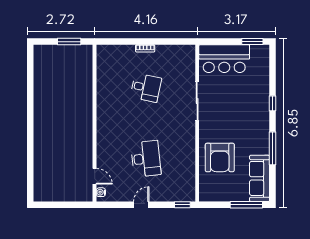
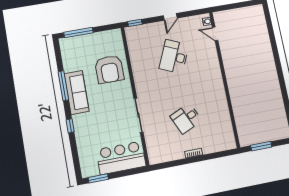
desk: (146, 88) -> (186, 118), turned -36
armchair: (220, 157) -> (109, 69), turned 180
desk: (146, 159) -> (174, 57), turned 30
sofa: (260, 178) -> (77, 92), moved

